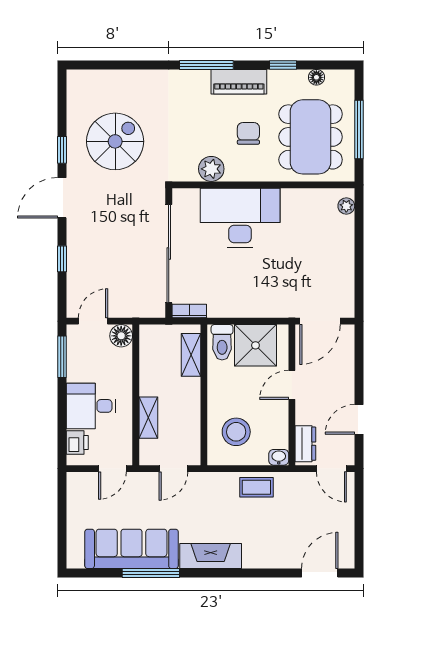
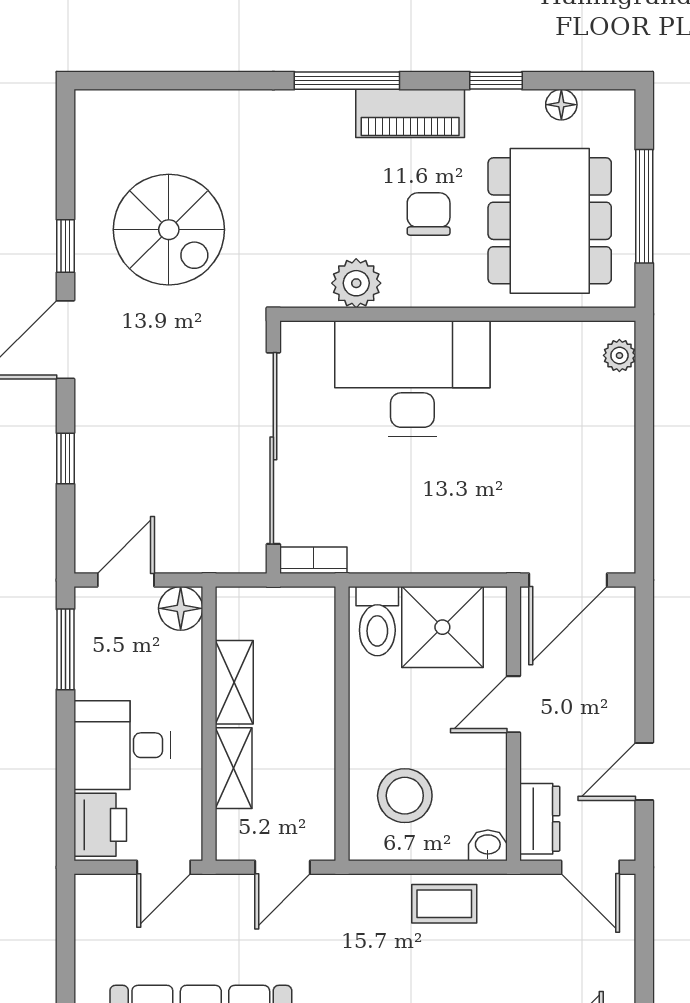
spiral stairs: (115, 141) -> (169, 230), turned 90
shelving: (191, 355) -> (234, 682), moved
printer: (77, 442) -> (100, 825), width x1.36, depth x1.24

